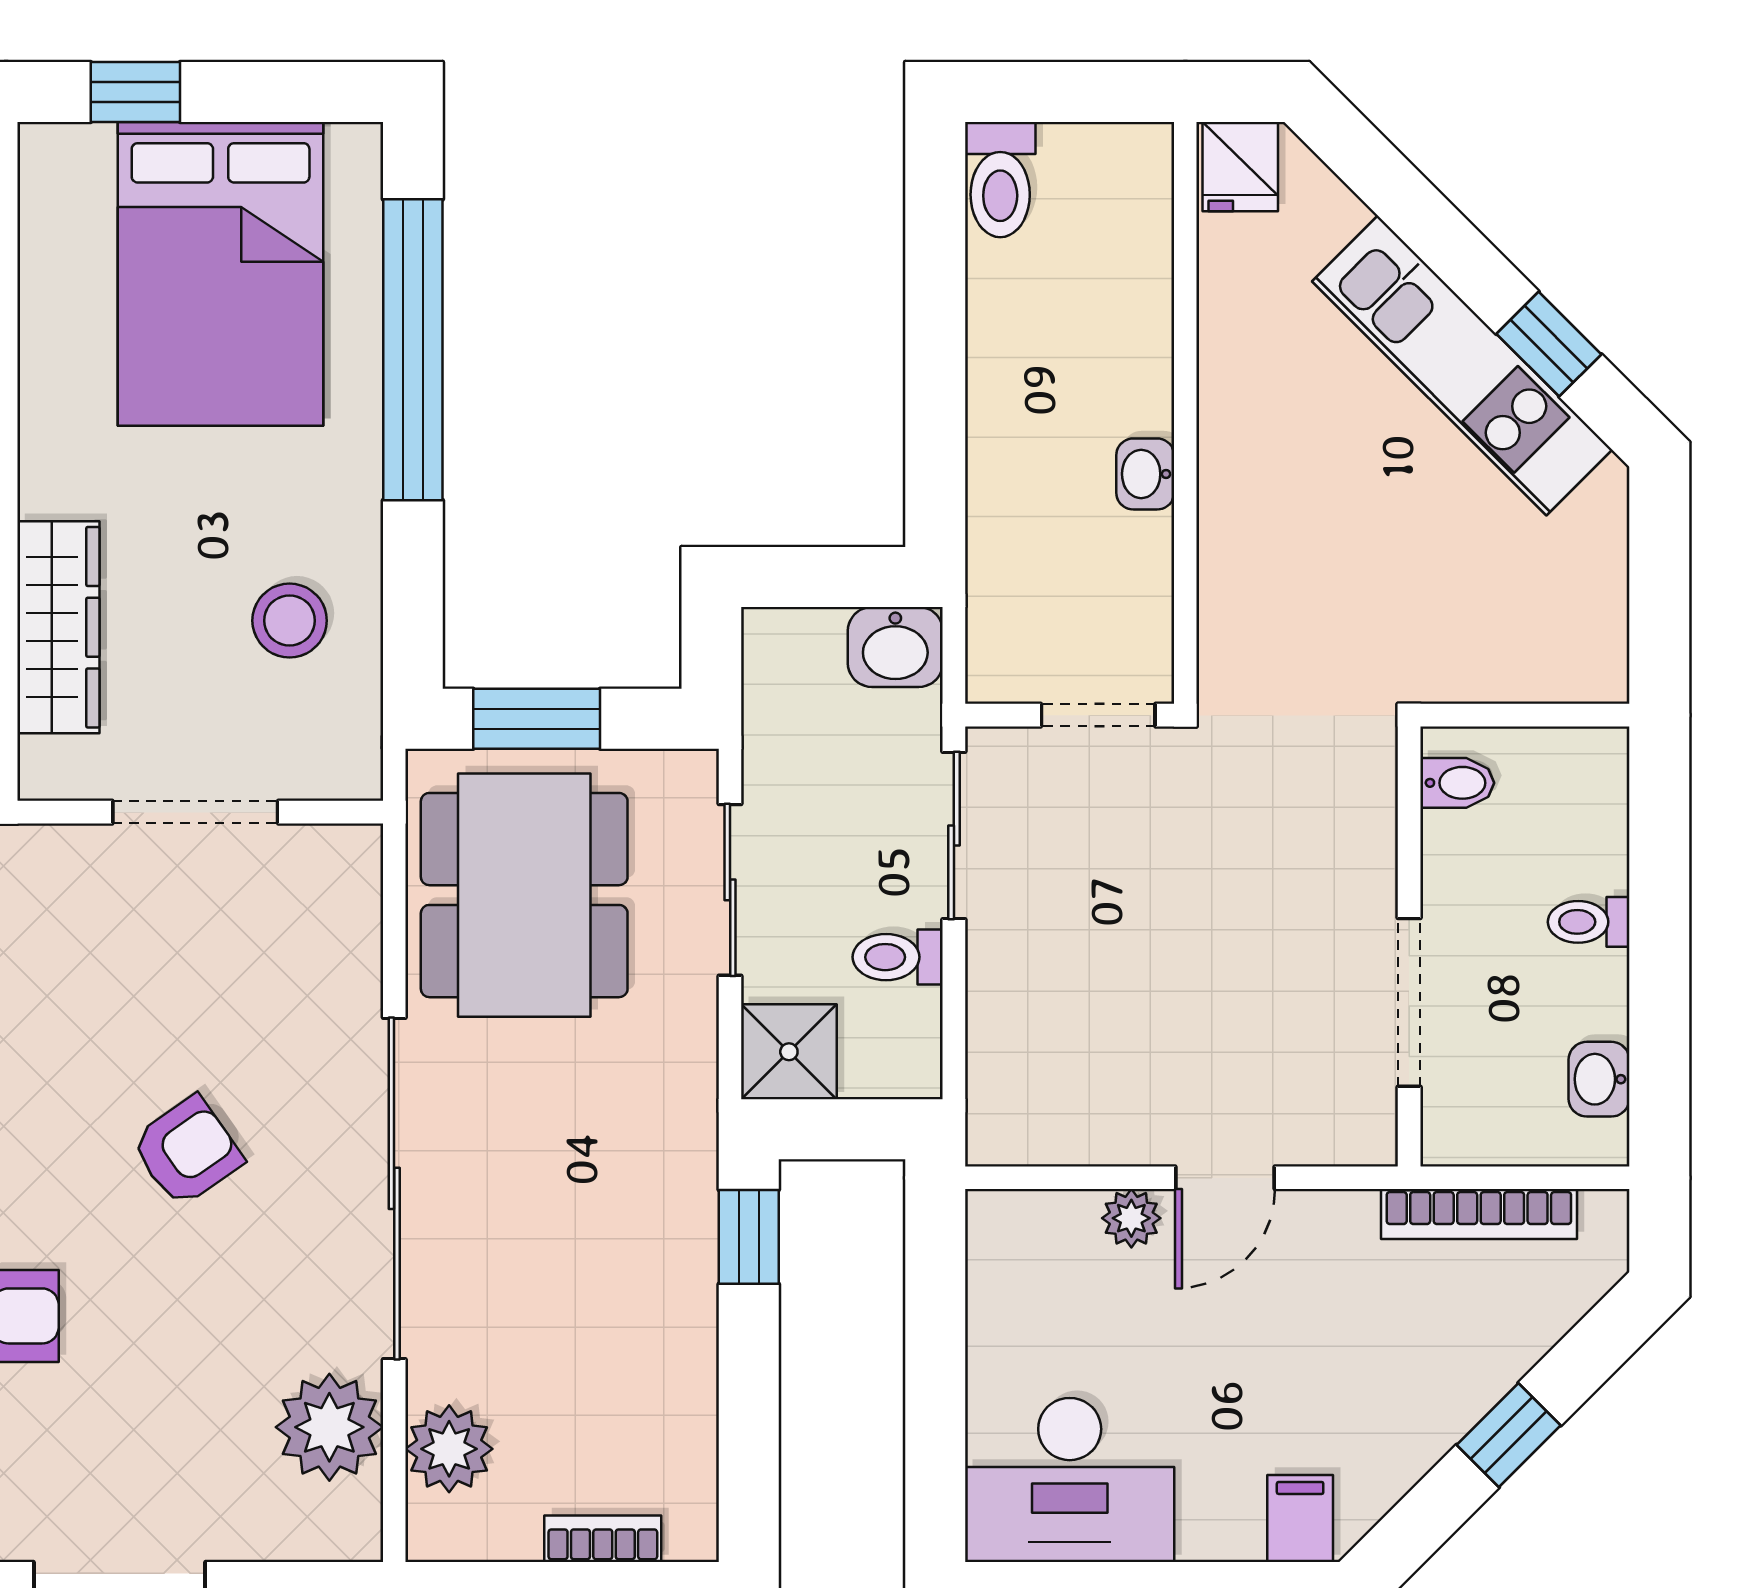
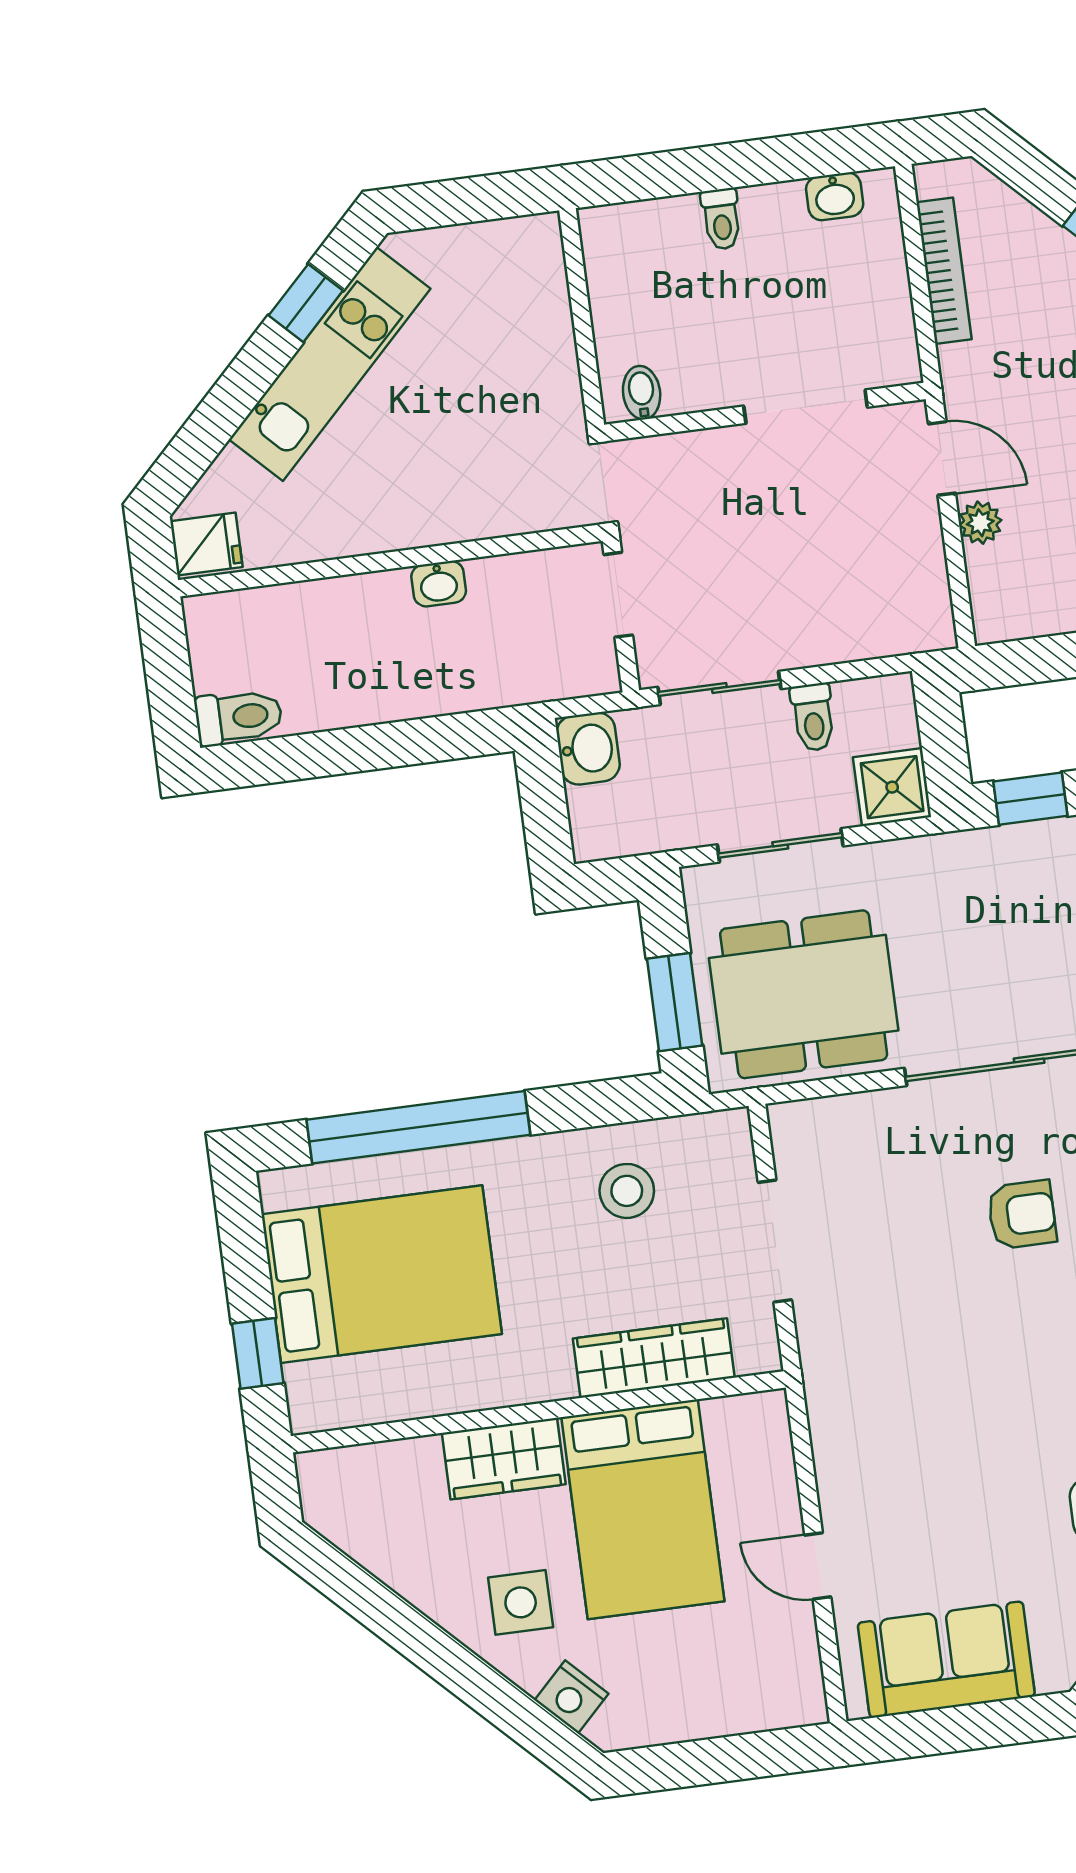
bidet: (1457, 783) -> (642, 393), moved
wall: (1409, 946) -> (765, 412), moved
doorway: (1409, 1002) -> (806, 407), moved
armchair: (187, 1151) -> (1022, 1215), turned 125

